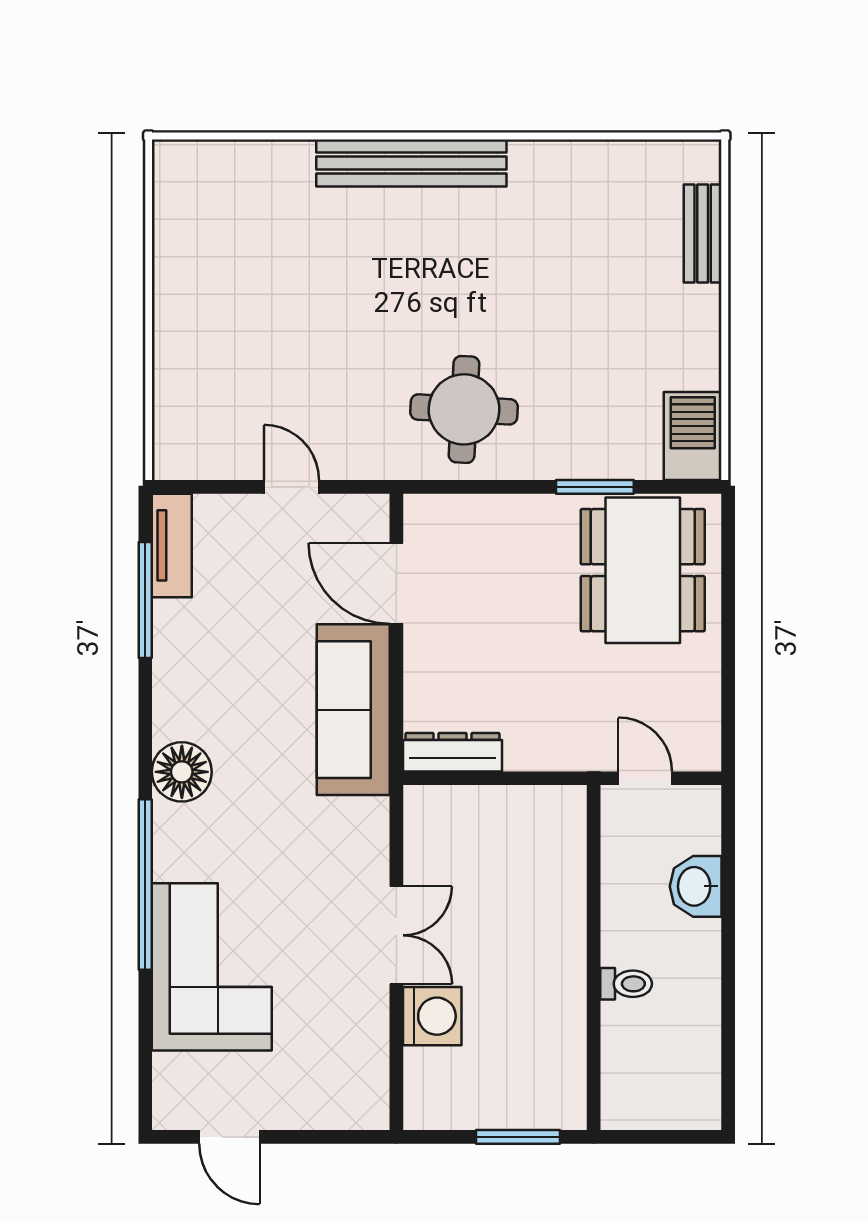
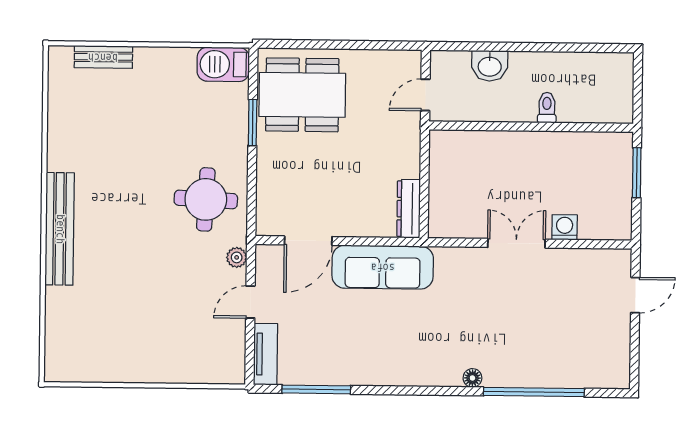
plant: (367, 463) -> (237, 257), added
tv unit: (172, 545) -> (265, 354), moved, turned 90
floor lamp: (182, 772) -> (472, 378), moved, width x0.53, depth x0.53
window: (145, 885) -> (534, 392), moved
corner sofa: (212, 967) -> (534, 353), removed
washing machine: (432, 1016) -> (565, 227), width x0.73, depth x0.73
door: (229, 1137) -> (635, 295), moved

